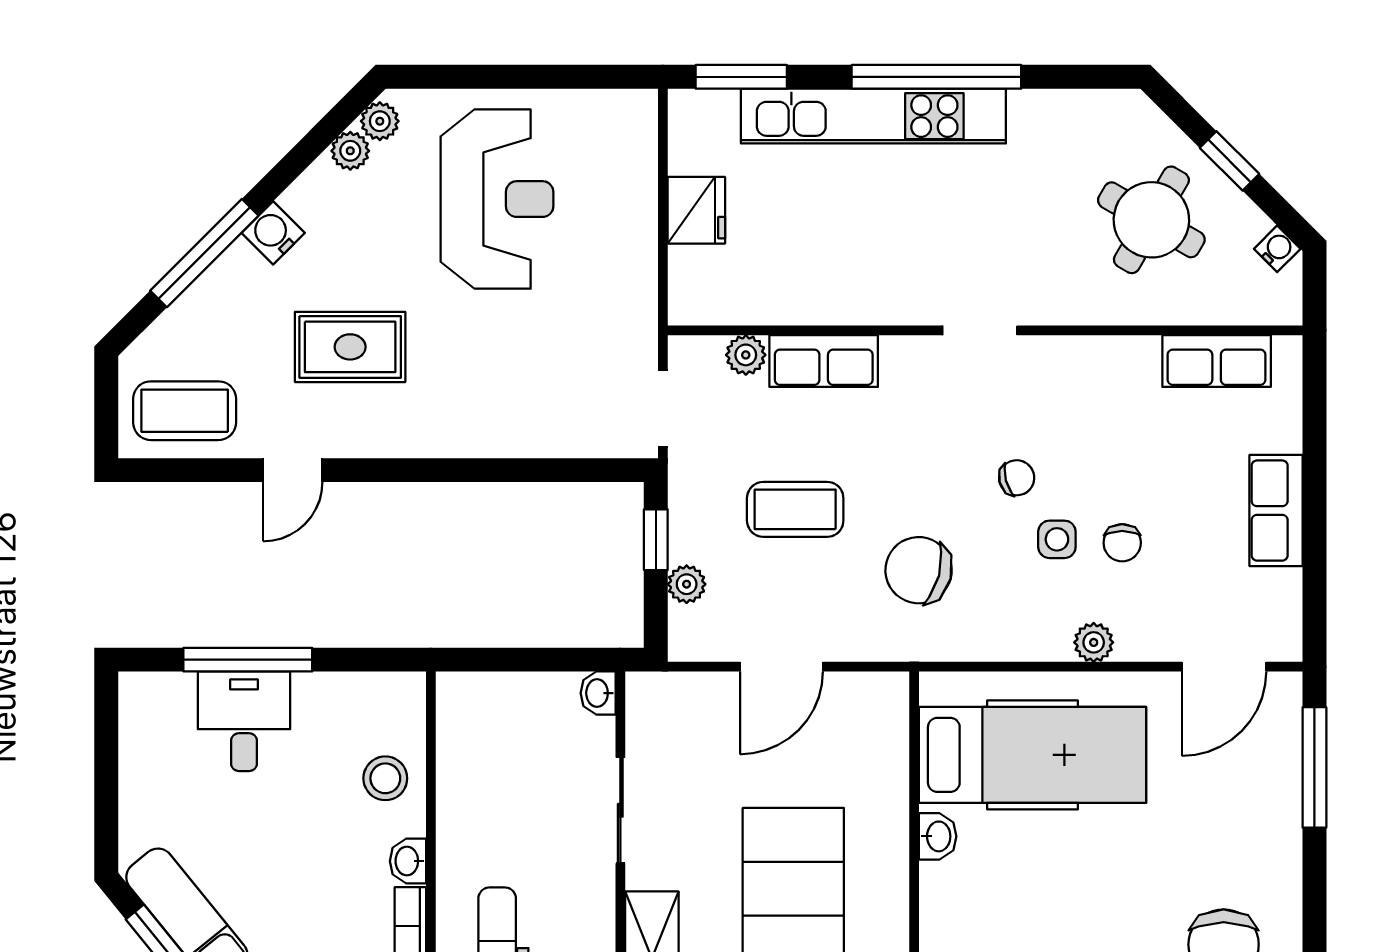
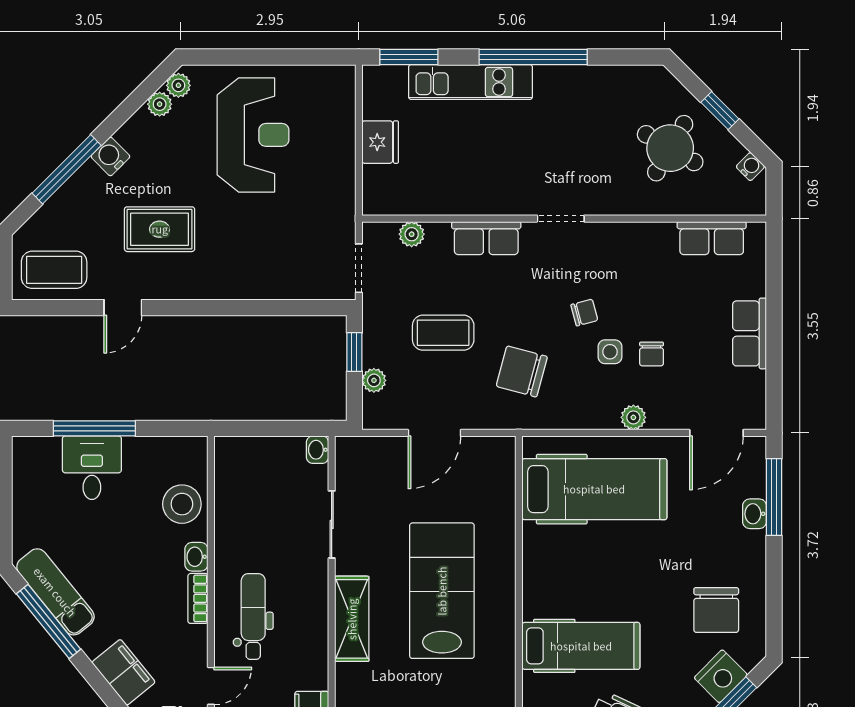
kitchen unit: (873, 116) -> (471, 82), width x0.73
row of seats: (824, 361) -> (486, 238), moved
stool: (385, 778) -> (182, 504), width x1.38, depth x1.38
washbasin: (938, 836) -> (755, 514), moved, turned 180

